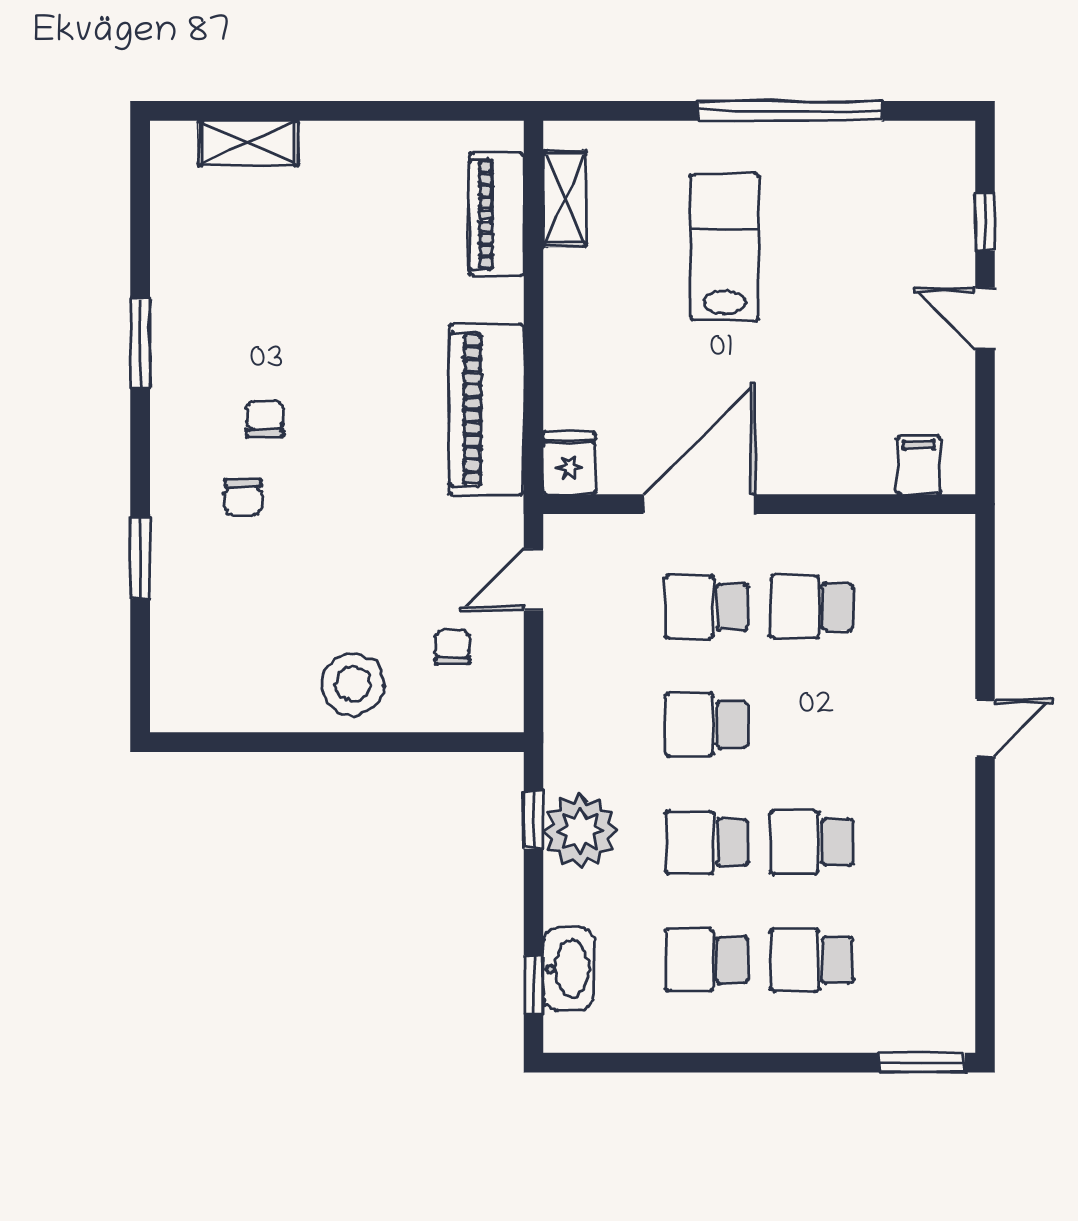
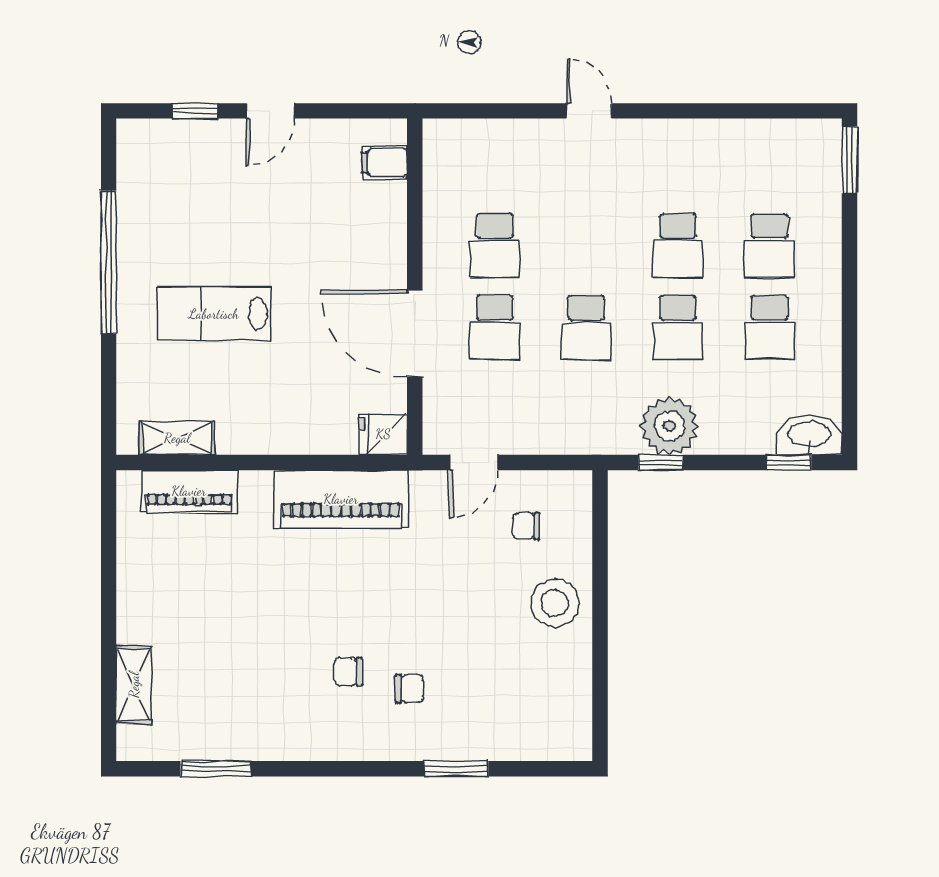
window: (140, 343) -> (216, 769), moved
door: (533, 580) -> (474, 462), hinge flipped
washbasin: (569, 969) -> (809, 435), moved

